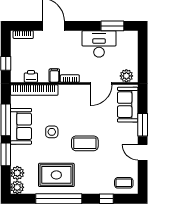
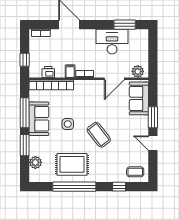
coffee table: (85, 143) -> (99, 135), turned 52
plant: (17, 187) -> (35, 176), removed

